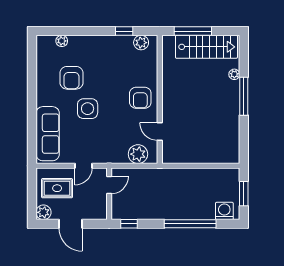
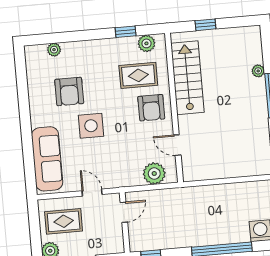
window: (193, 31) -> (205, 25), width x0.46
stairs: (206, 47) -> (187, 78), moved, turned -90
rug: (132, 69) -> (138, 75), added
door: (83, 166) -> (92, 193), swing flipped

